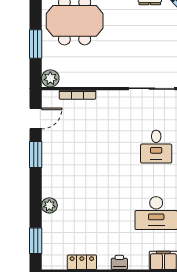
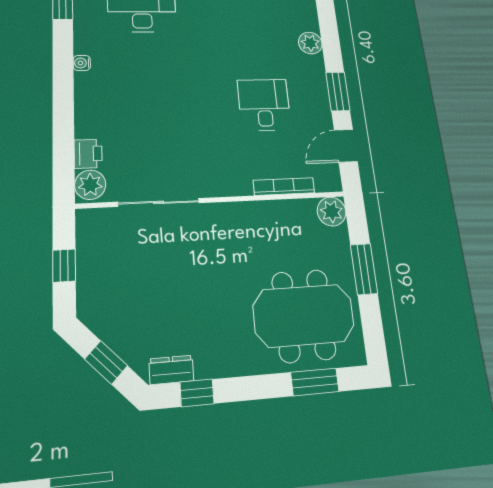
desk: (156, 147) -> (264, 105), moved
plant: (49, 205) -> (310, 43), moved

